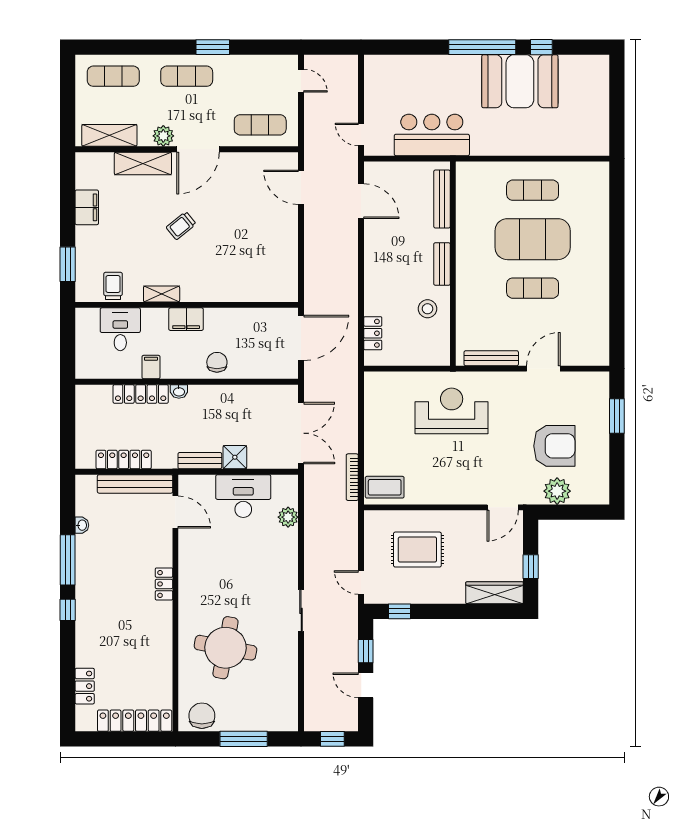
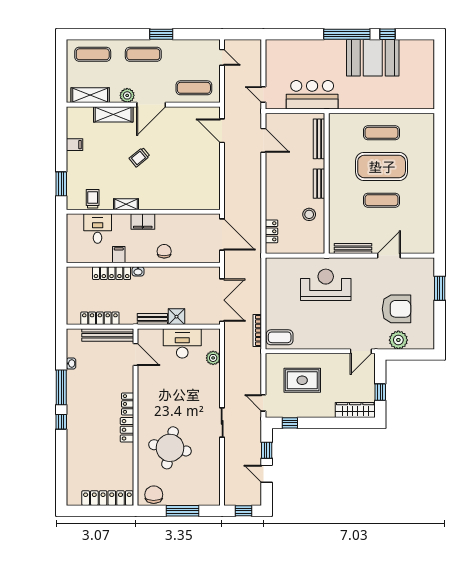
filing cabinet: (87, 207) -> (74, 145), width x0.50
door: (301, 338) -> (222, 234), hinge flipped
locker: (85, 686) -> (127, 430), moved, turned 180

